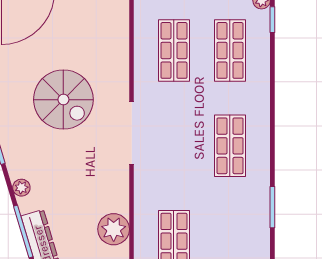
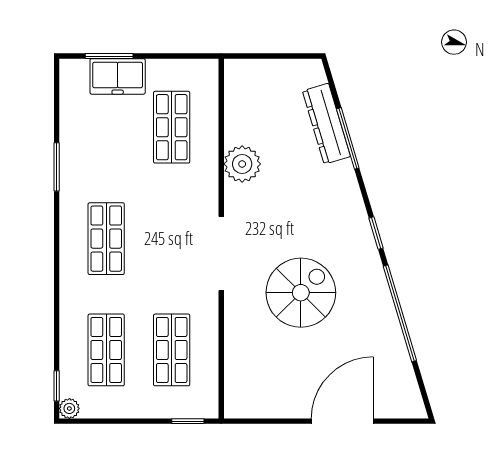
spiral stairs: (63, 100) -> (301, 293), turned 90
plant: (21, 188) -> (350, 190), removed
plant: (114, 229) -> (242, 164), moved

